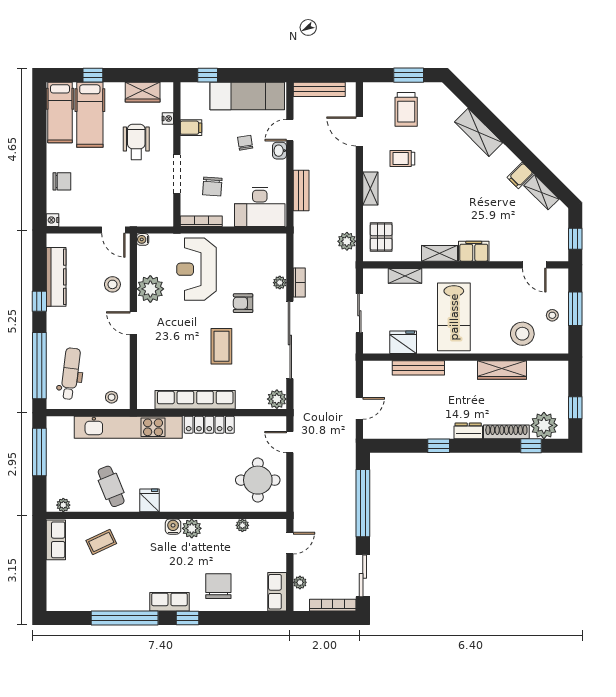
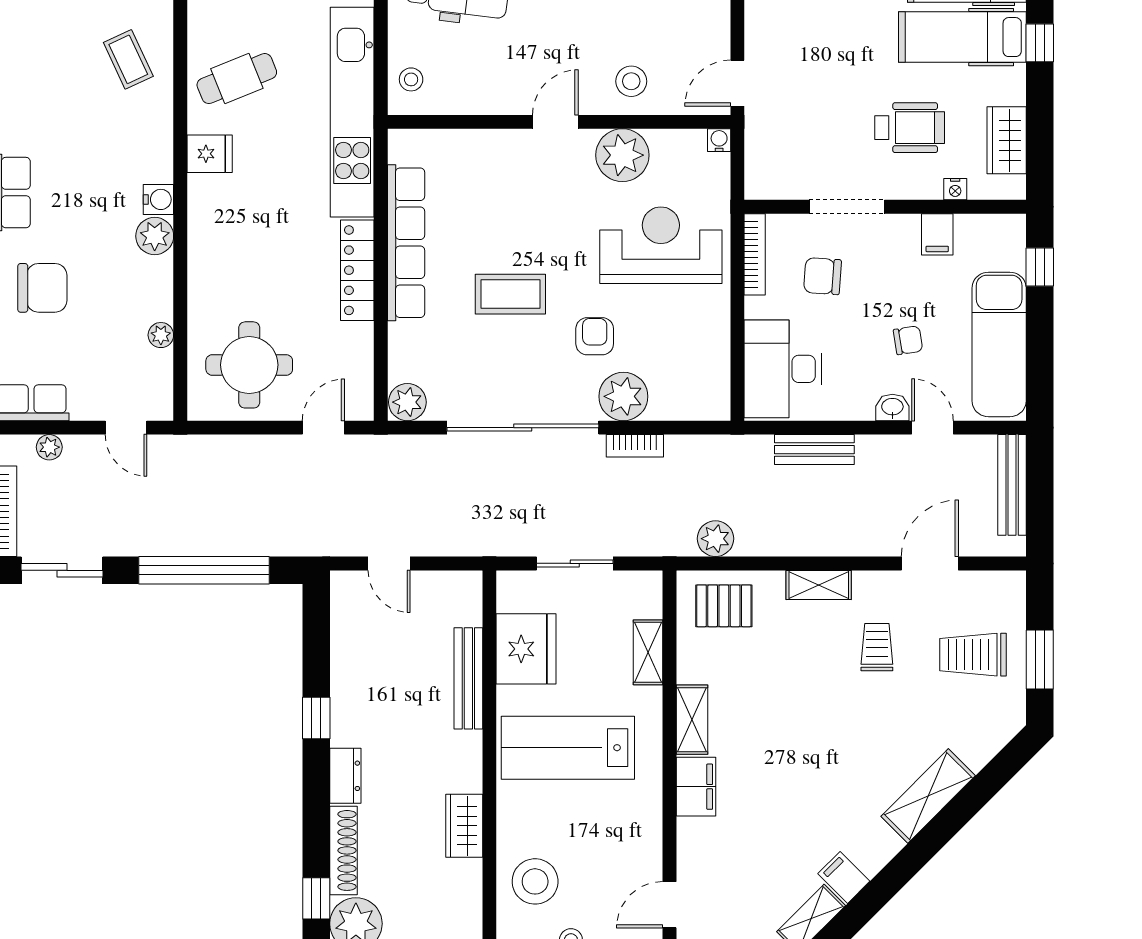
plant: (280, 283) -> (623, 396), width x1.87, depth x1.87
fridge: (403, 342) -> (526, 649), width x1.36, depth x1.34
wardrobe: (502, 370) -> (464, 826), width x0.67

